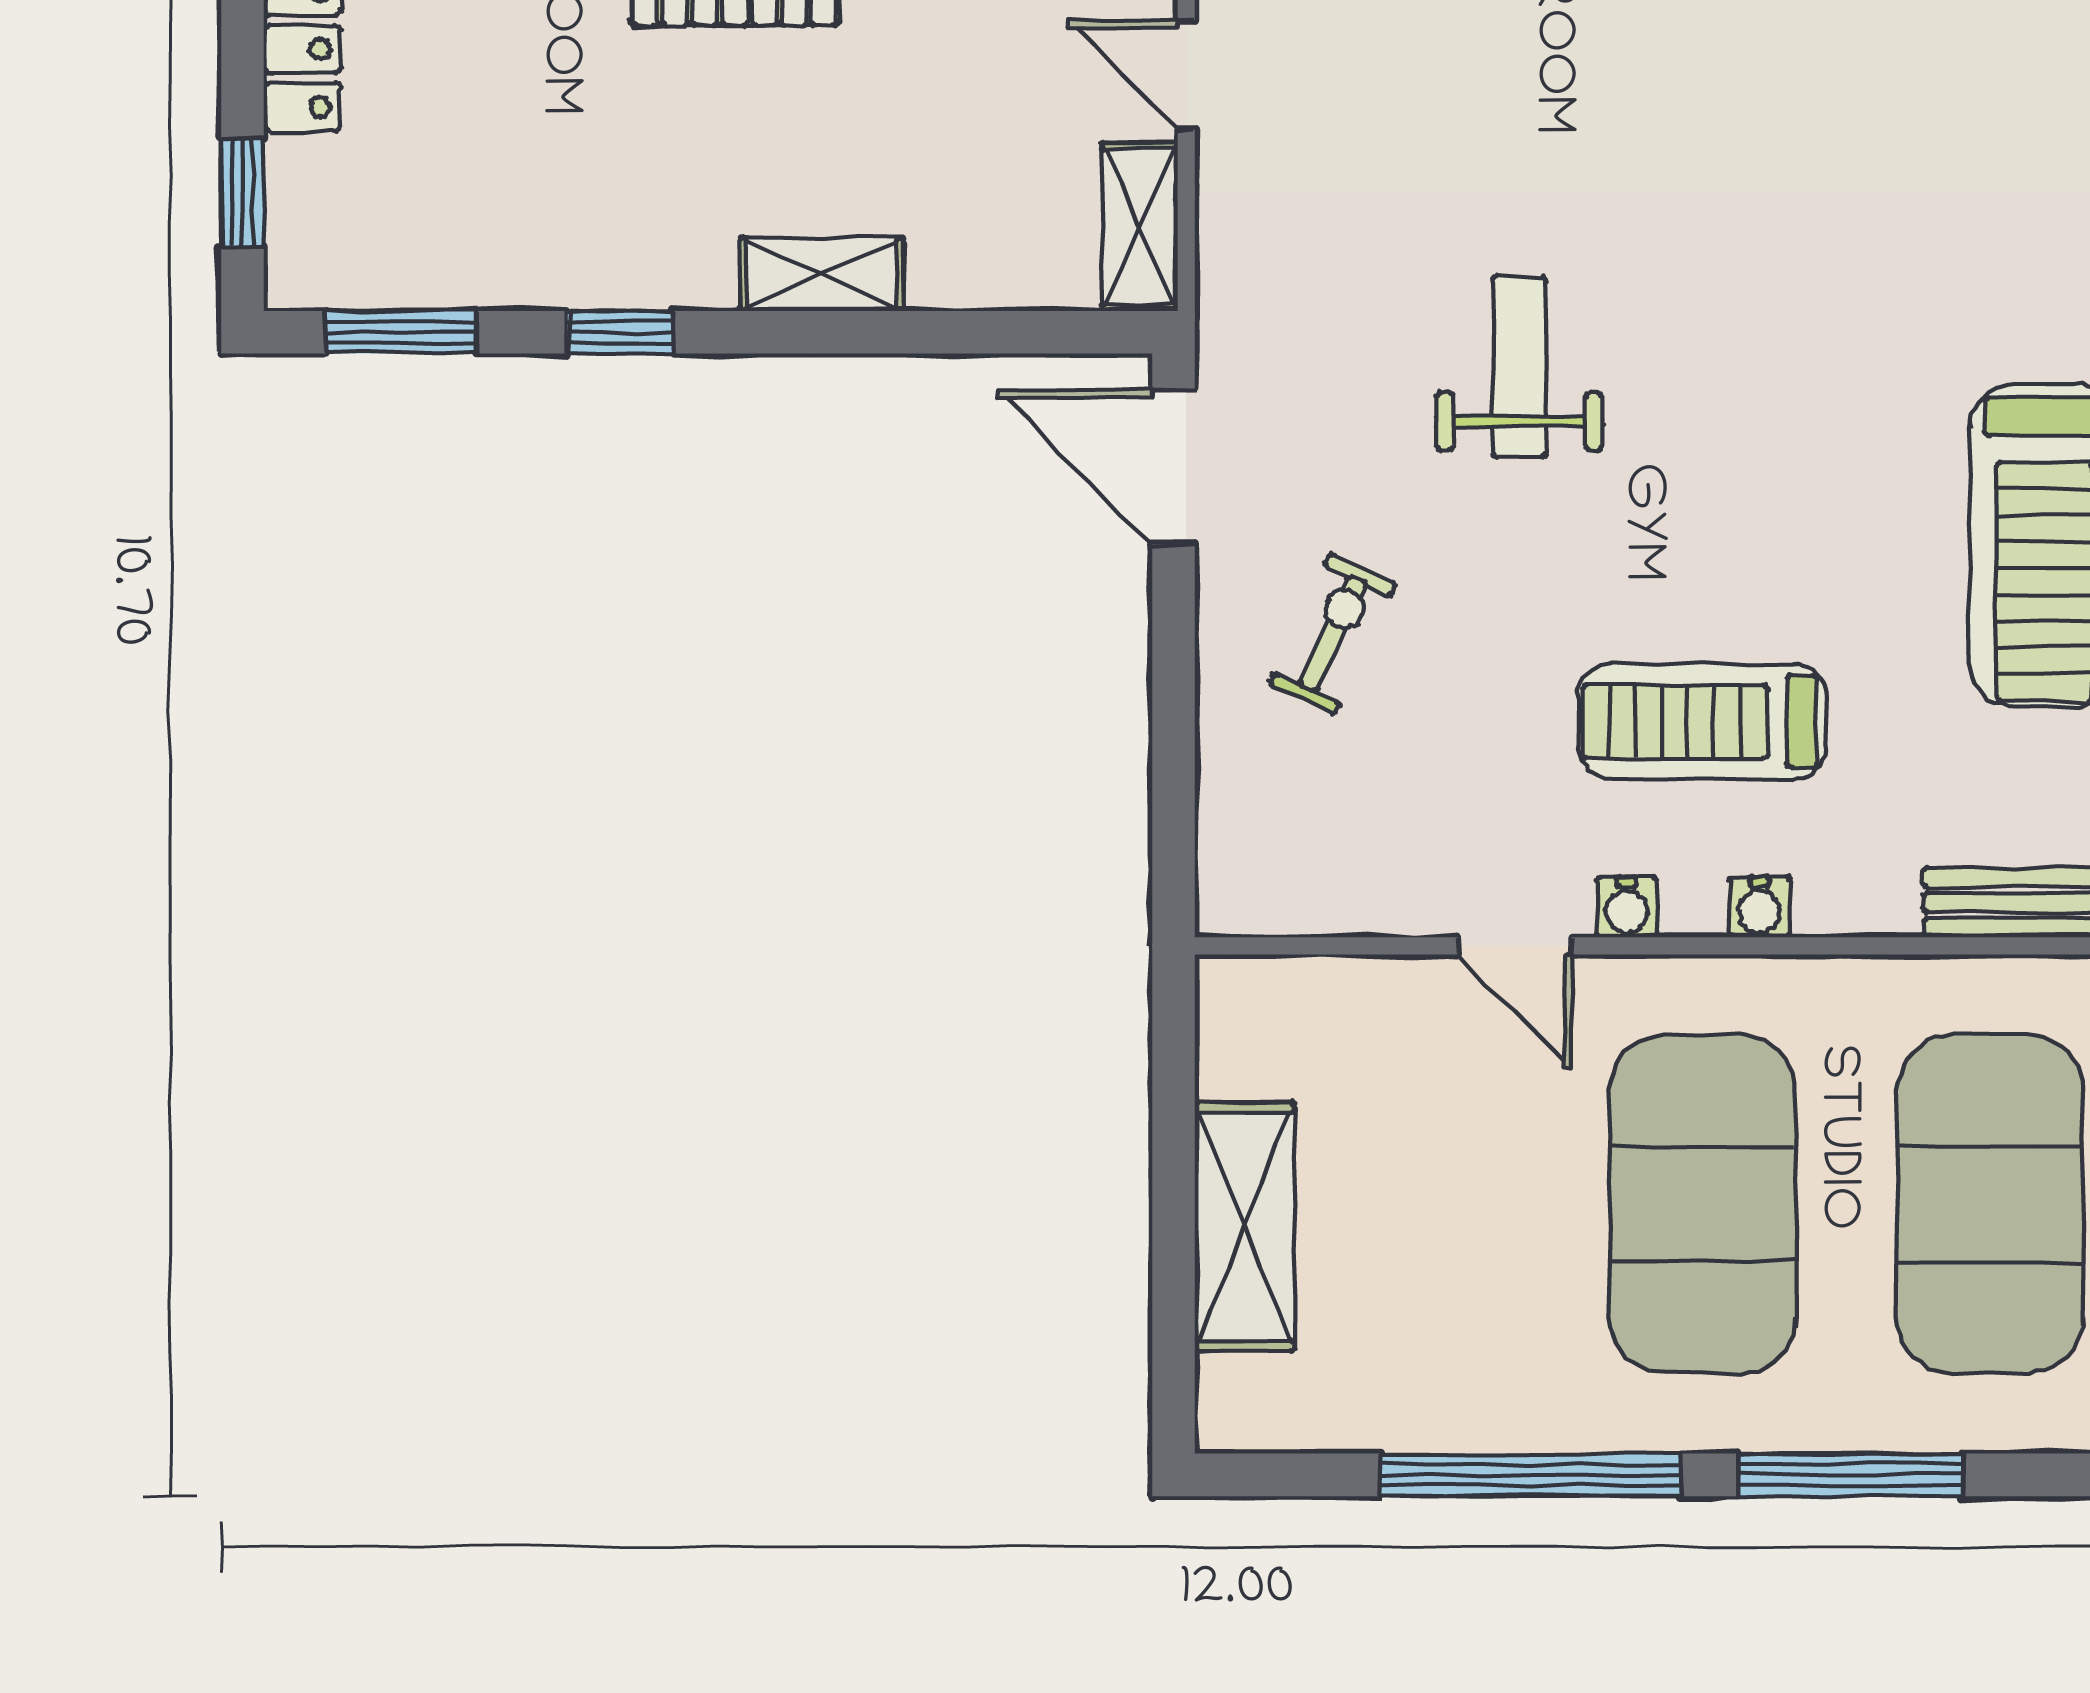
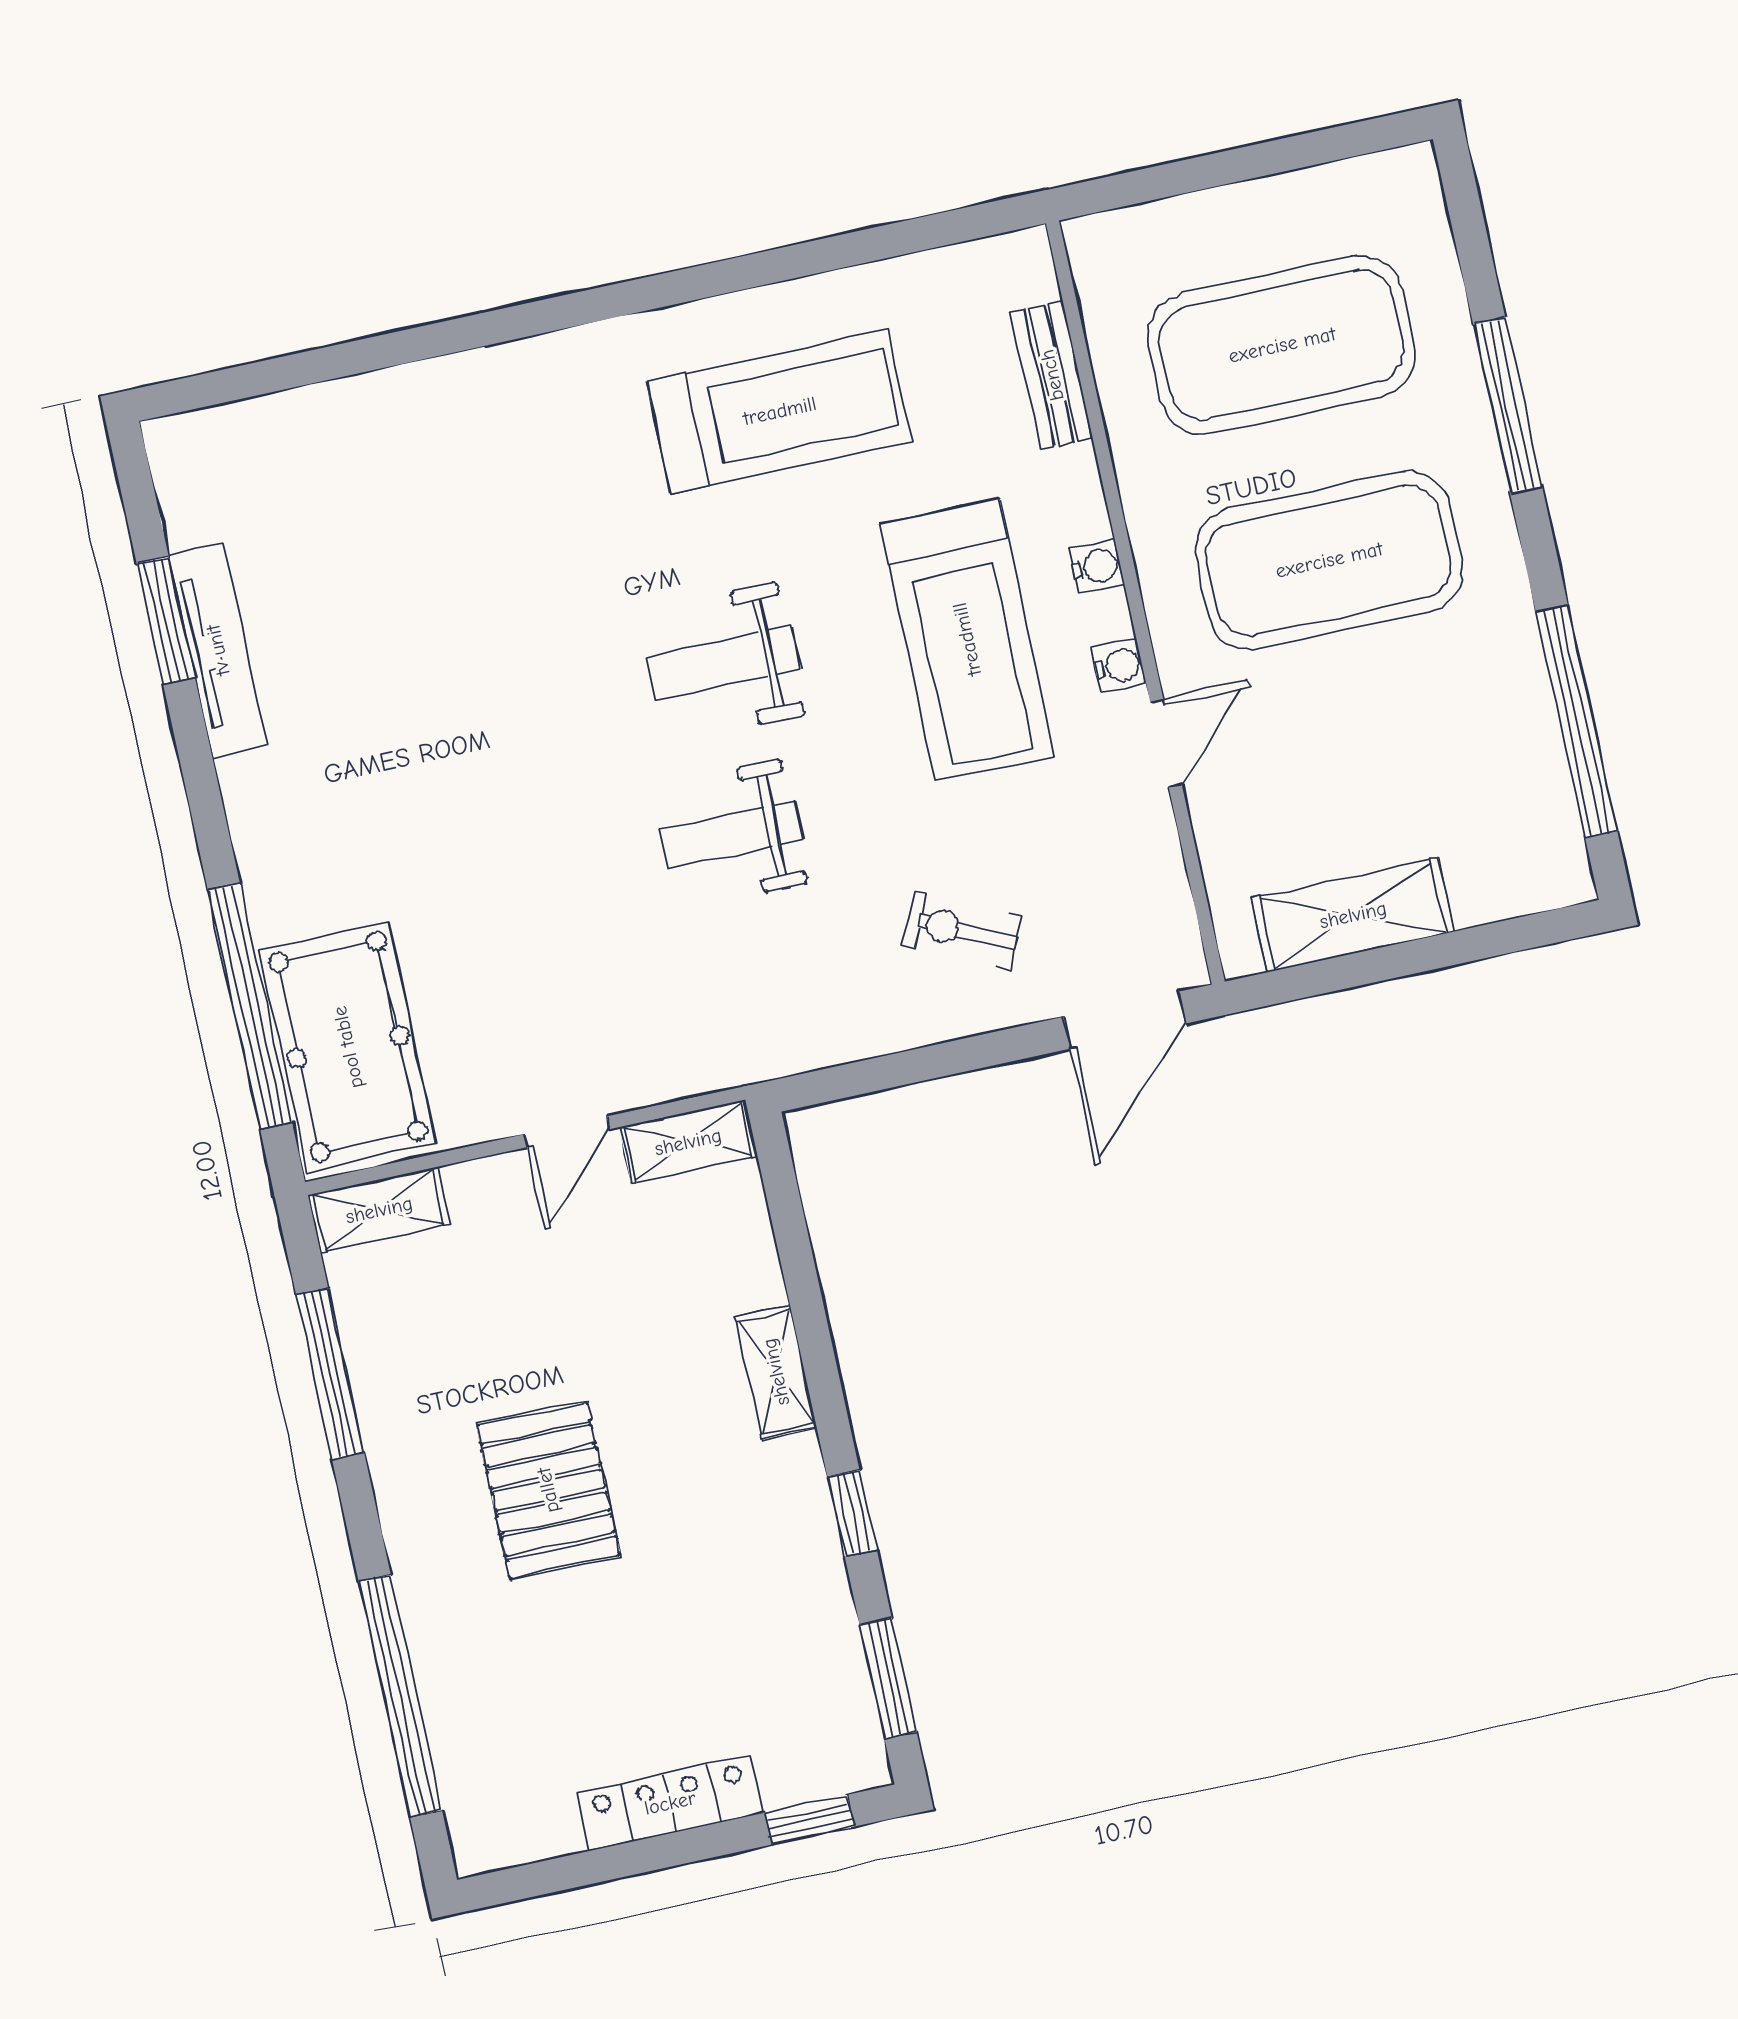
weight bench: (1740, 405) -> (724, 663), added
door: (1174, 467) -> (1125, 1020), moved
treadmill: (1702, 722) -> (967, 639), width x1.37, depth x1.38
shelving: (1244, 1226) -> (1353, 915), moved
window: (1530, 1475) -> (1577, 722), moved

